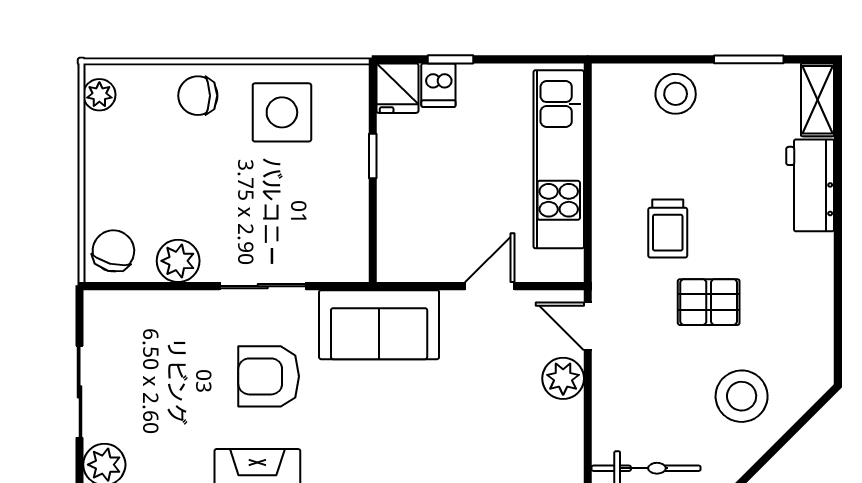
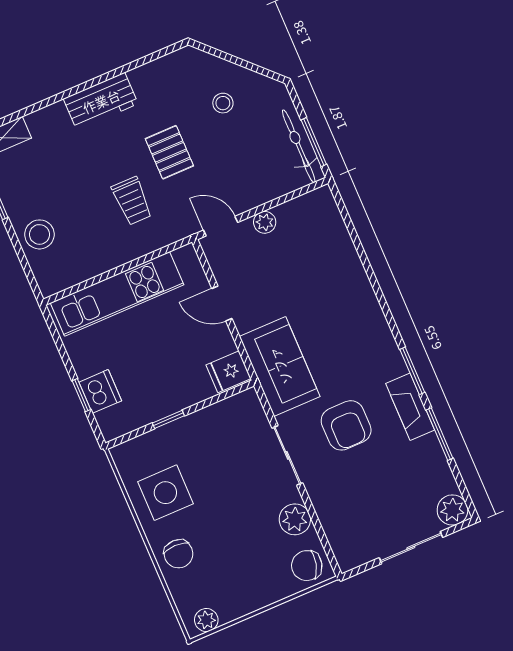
dishwasher: (438, 85) -> (100, 391), width x1.38
fridge: (397, 88) -> (228, 372), moved, turned 180
workbench: (810, 185) -> (101, 101), moved
trolley: (668, 229) -> (132, 201), turned 90
door: (588, 326) -> (221, 226), swing flipped
plant: (563, 378) -> (265, 222), width x0.73, depth x0.73
stool: (742, 396) -> (223, 103), width x0.53, depth x0.53

